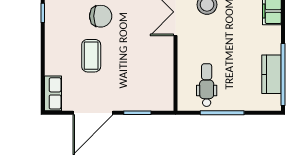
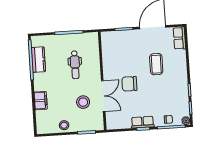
chair: (101, 16) -> (129, 84), moved
dental chair: (207, 85) -> (75, 65), moved

